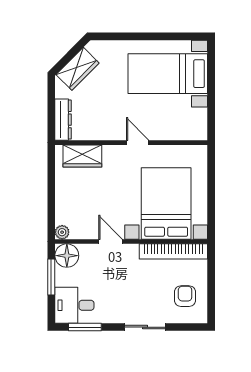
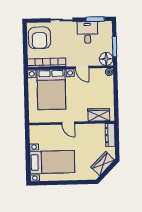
armchair: (185, 296) -> (39, 38), width x1.88, depth x1.88
desk: (74, 305) -> (87, 32), moved, turned -90

